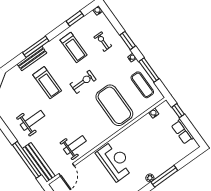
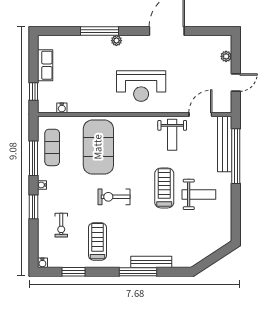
treadmill: (47, 83) -> (164, 188), moved
weight bench: (33, 120) -> (199, 194), turned 180
weight bench: (75, 145) -> (172, 135), turned -90
reception desk: (115, 161) -> (141, 86), turned -90

